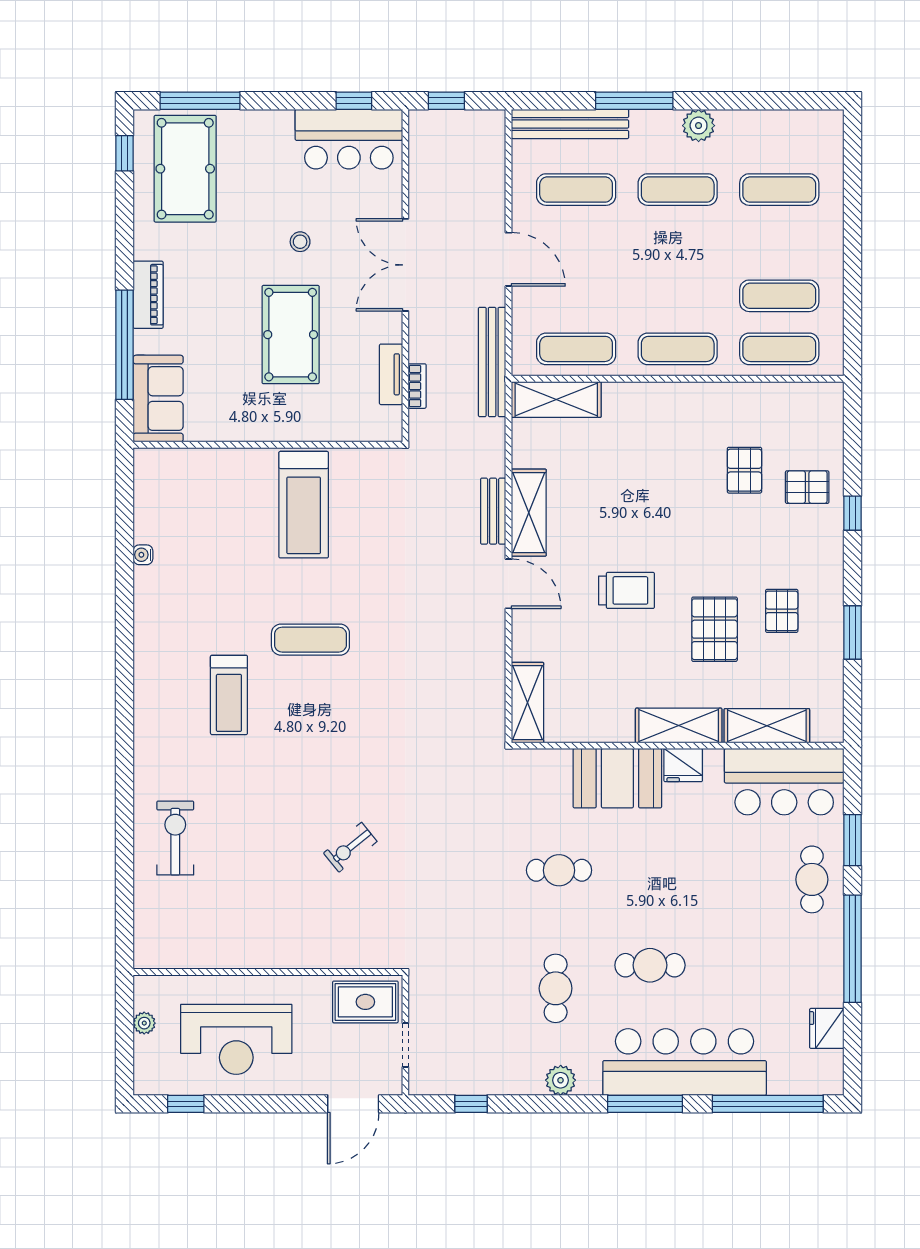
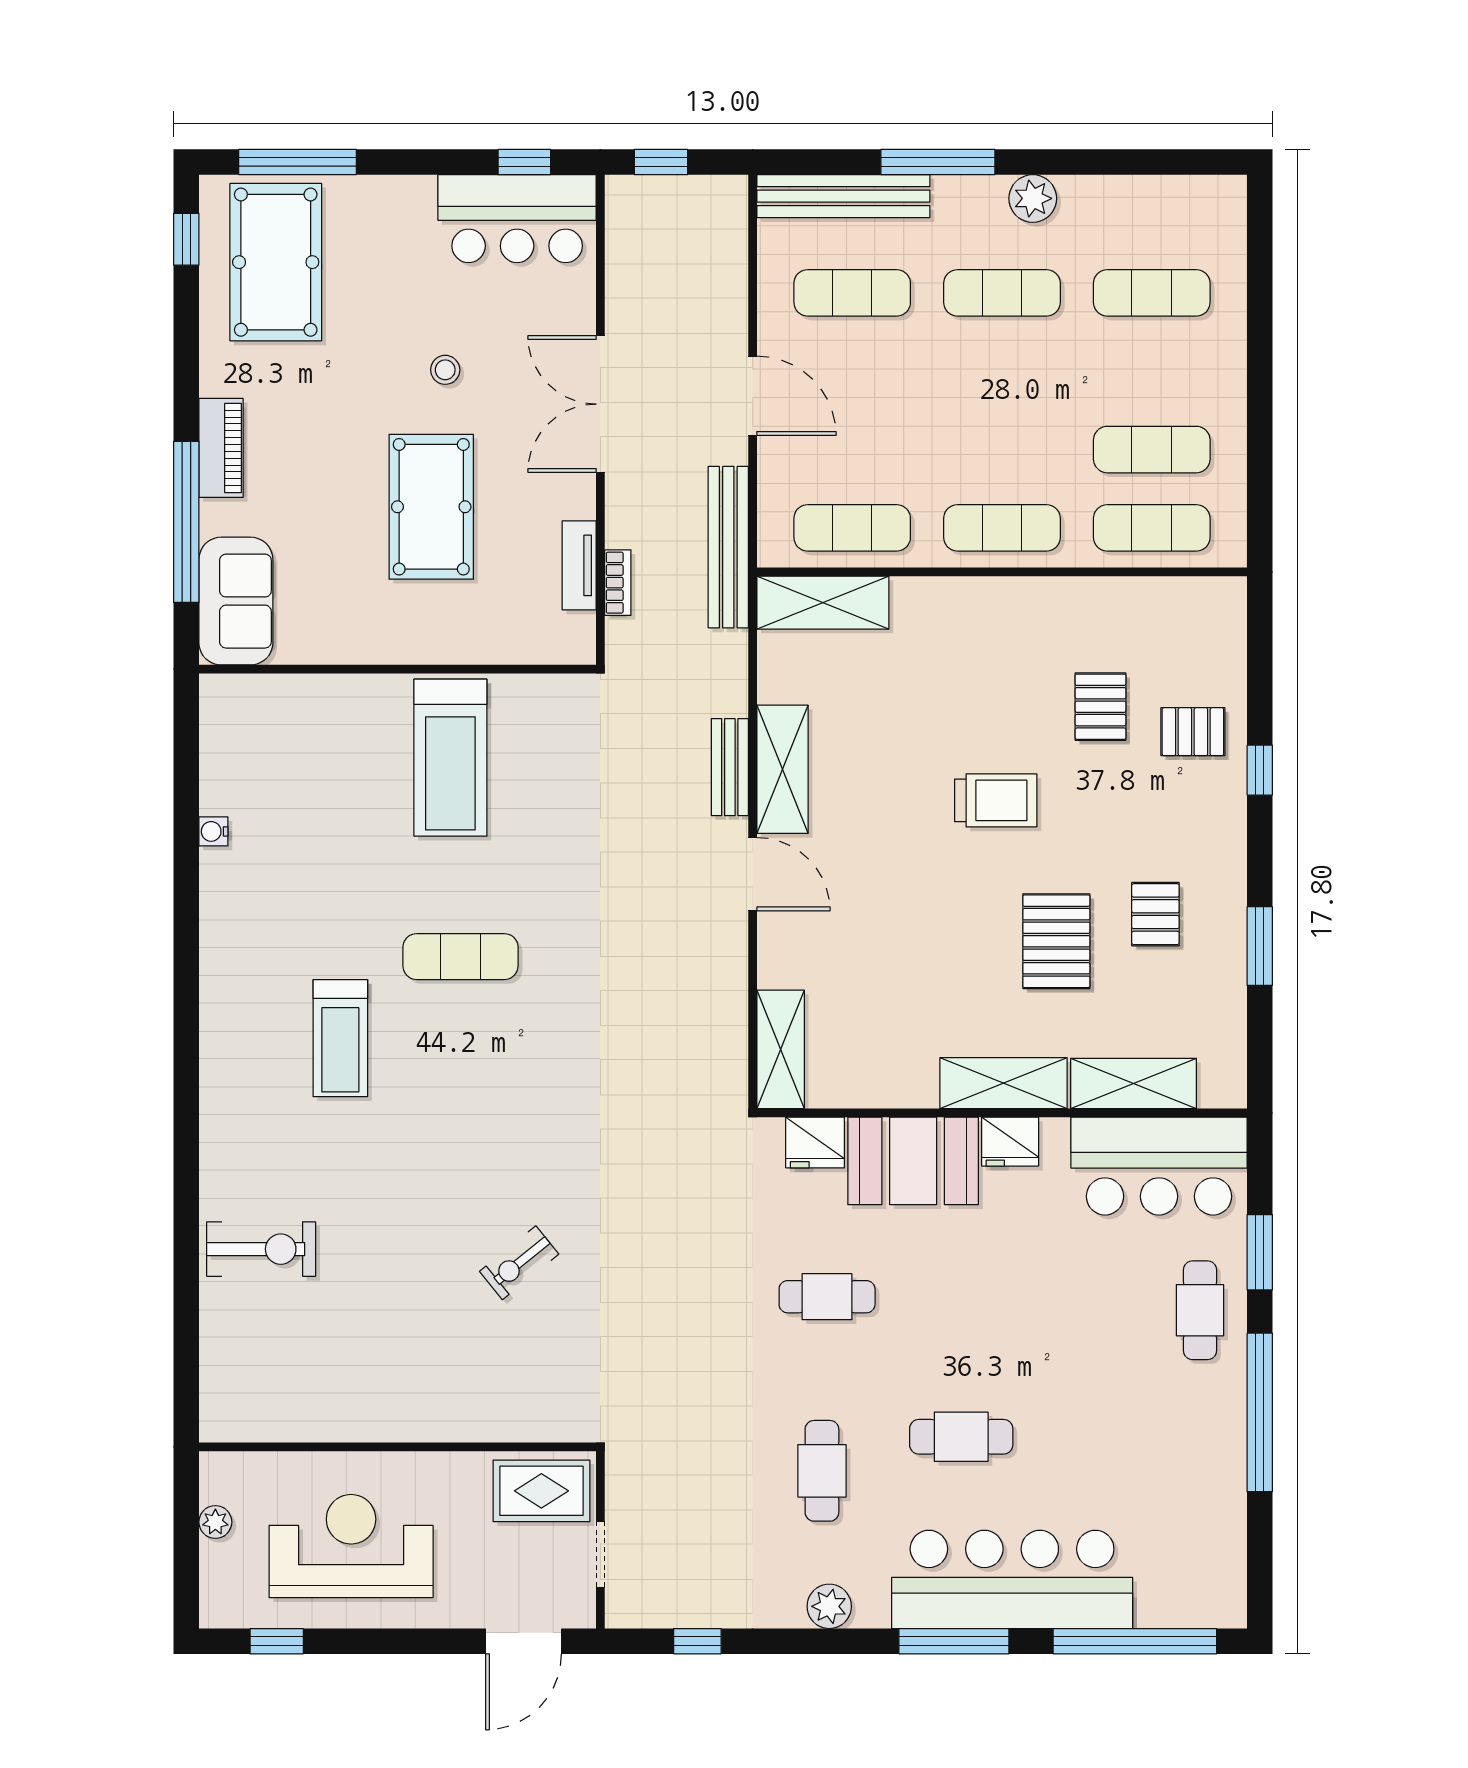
trolley: (626, 590) -> (996, 800), moved
exercise bike: (175, 838) -> (261, 1249), turned 90
fridge: (827, 1028) -> (815, 1142), moved, turned -90
reception desk: (236, 1039) -> (351, 1546), turned 180

